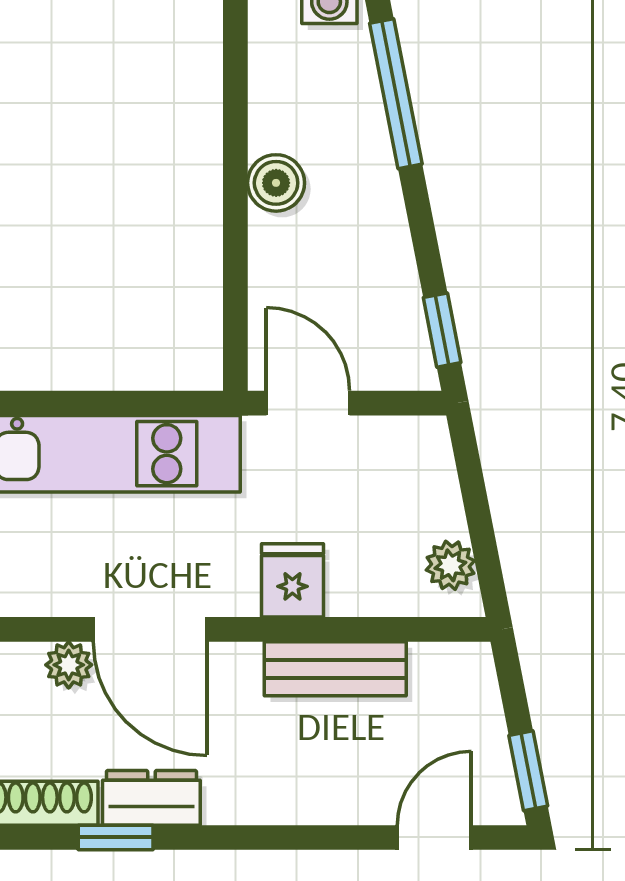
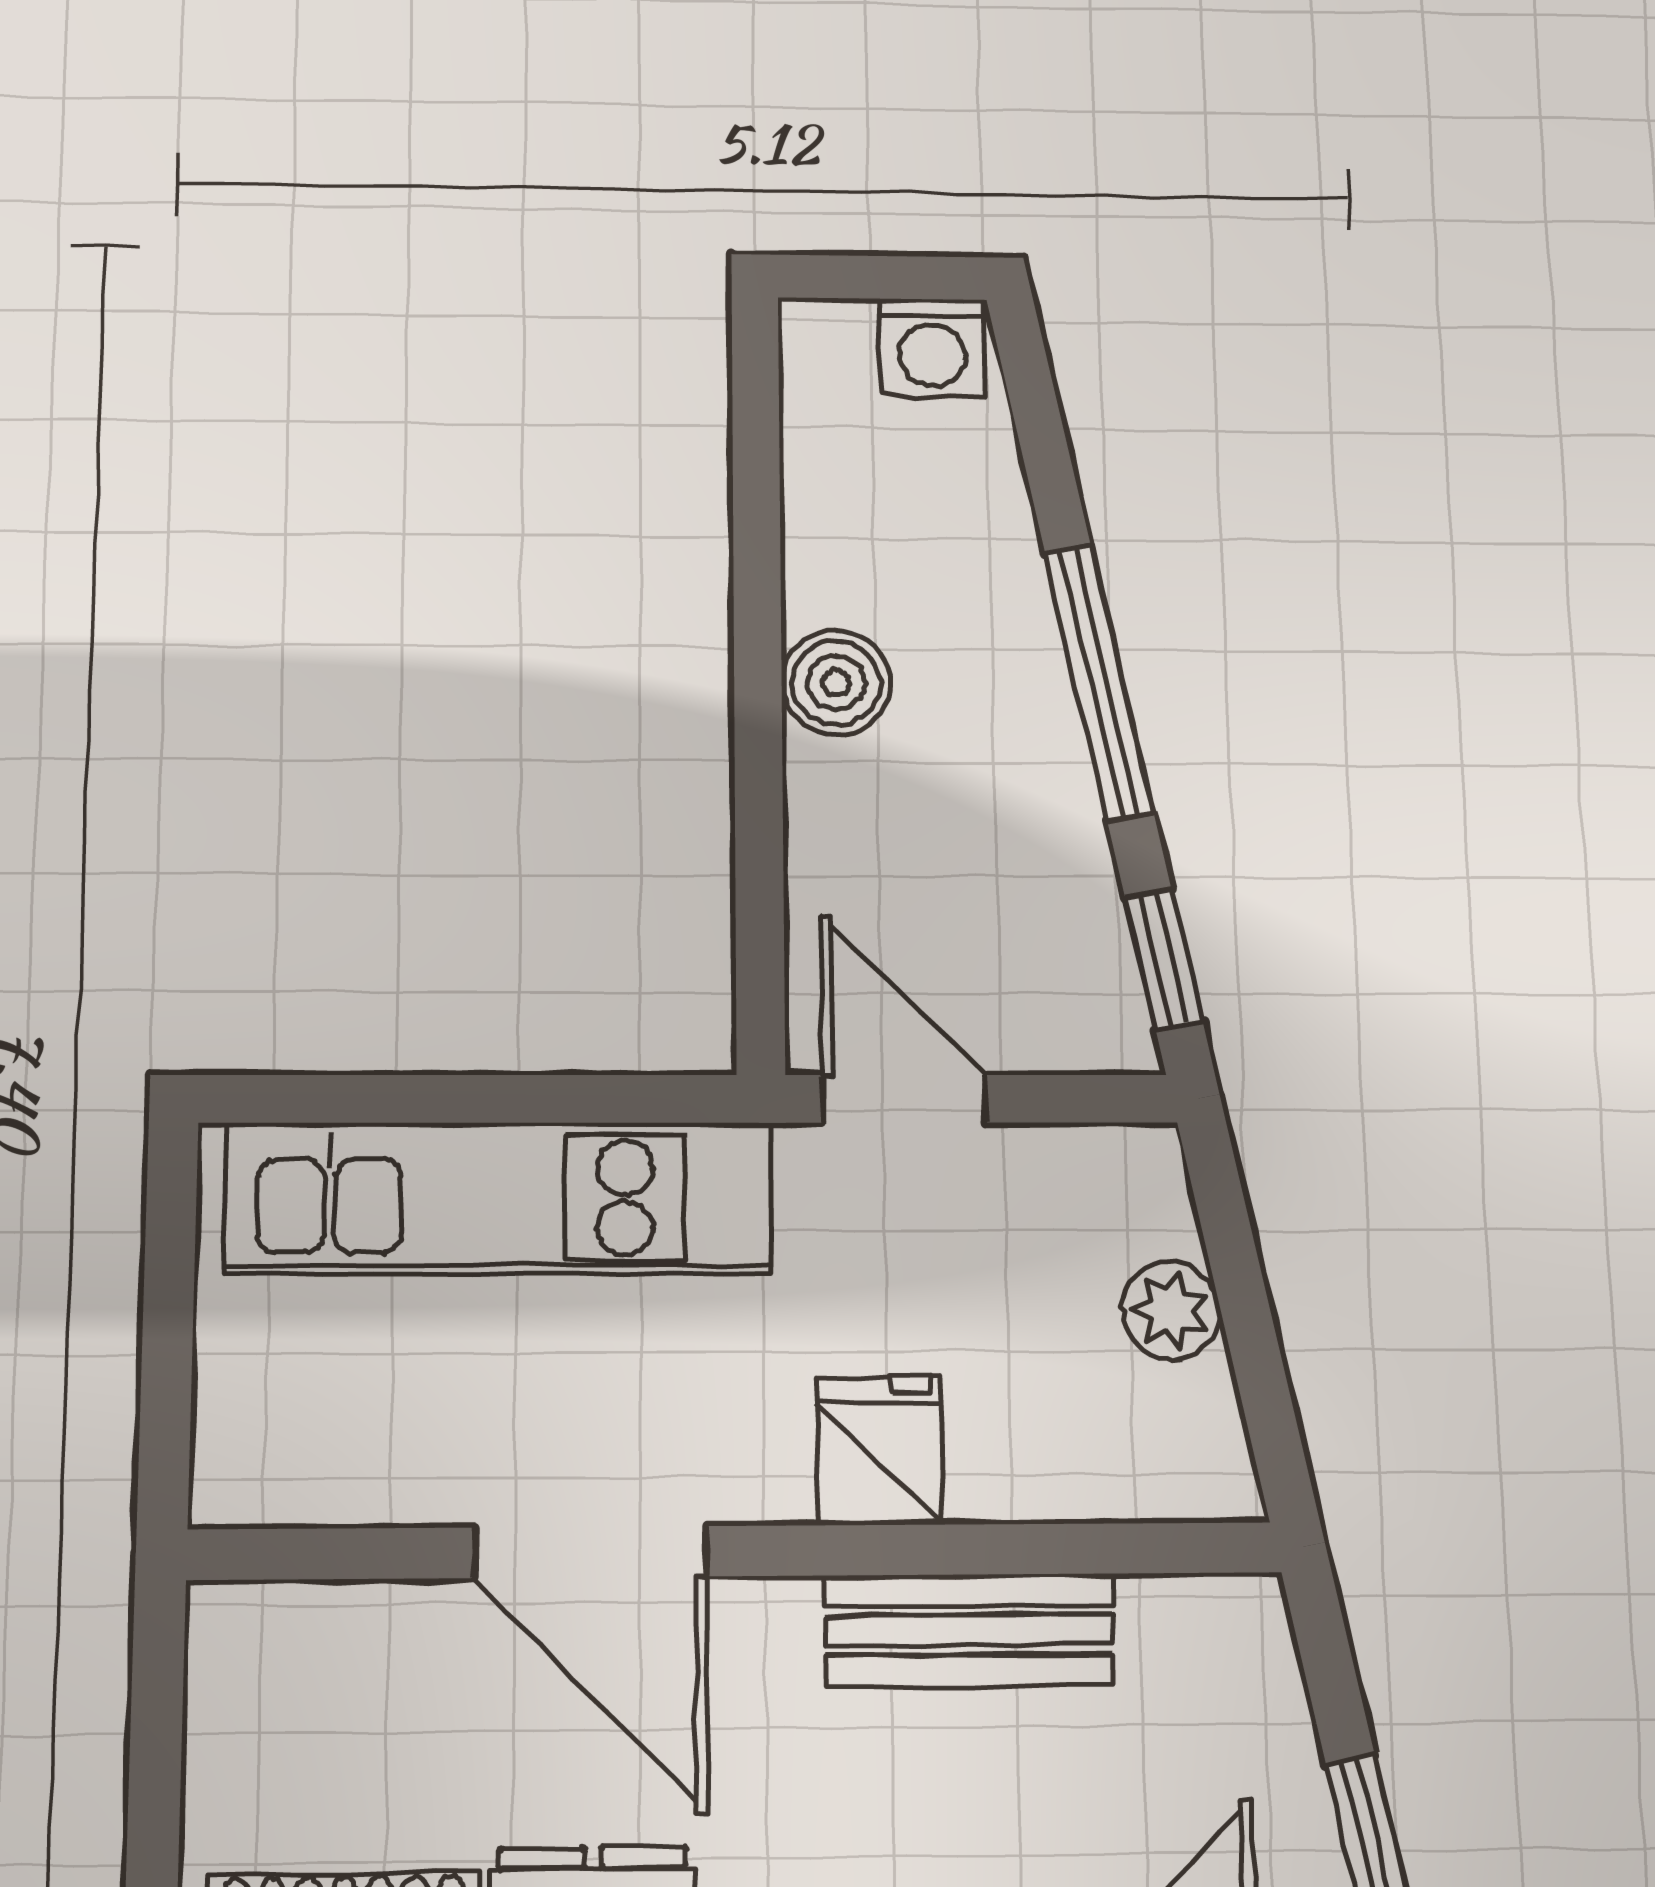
window: (396, 94) -> (1099, 682), moved
plant: (450, 565) -> (1171, 1311), moved
plant: (69, 665) -> (423, 1627), removed

